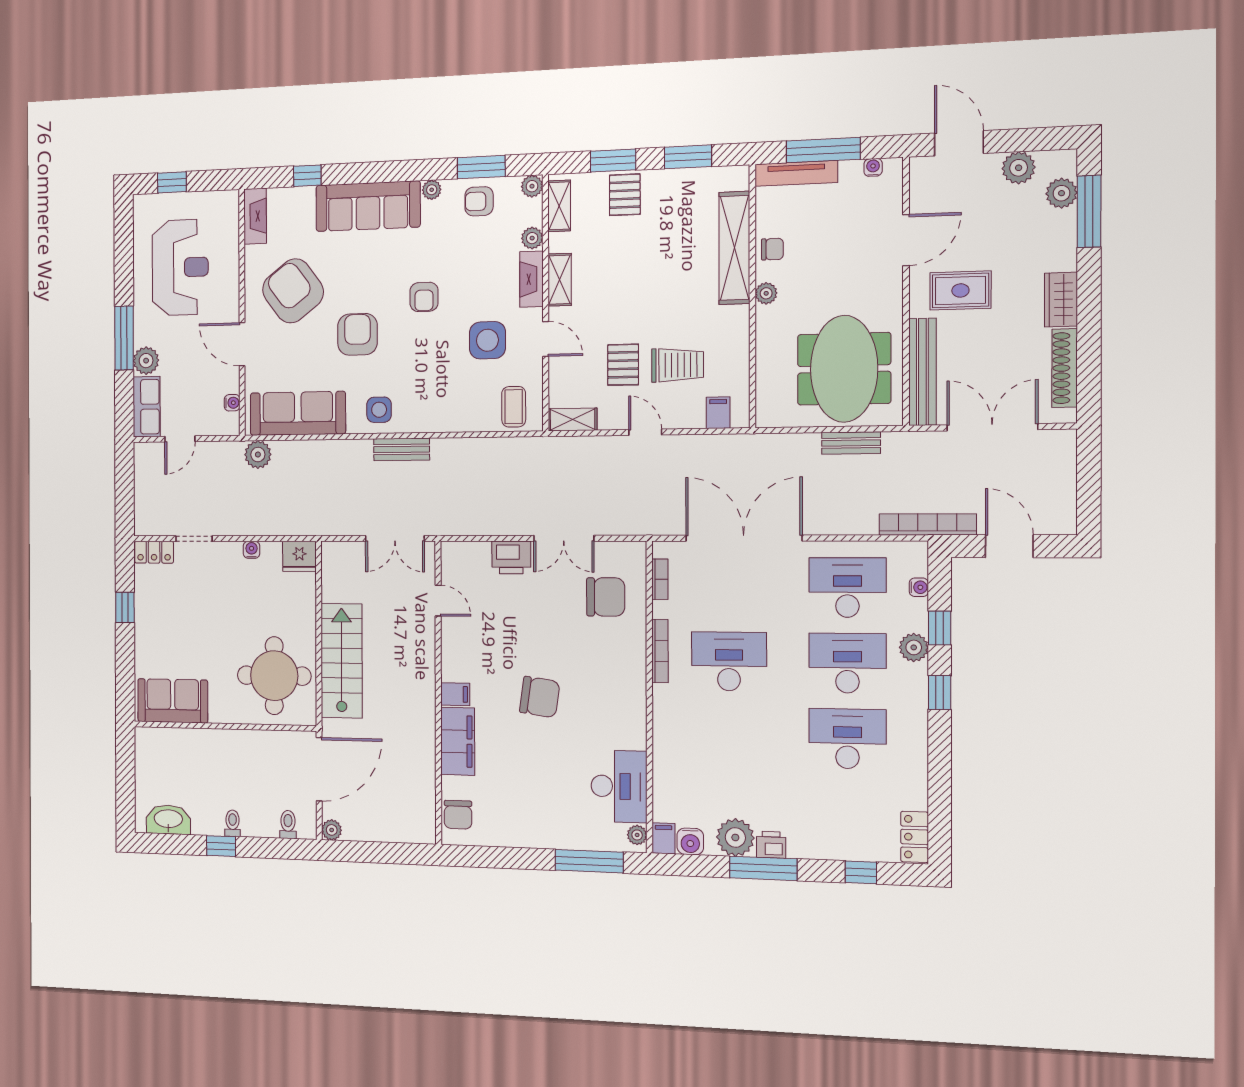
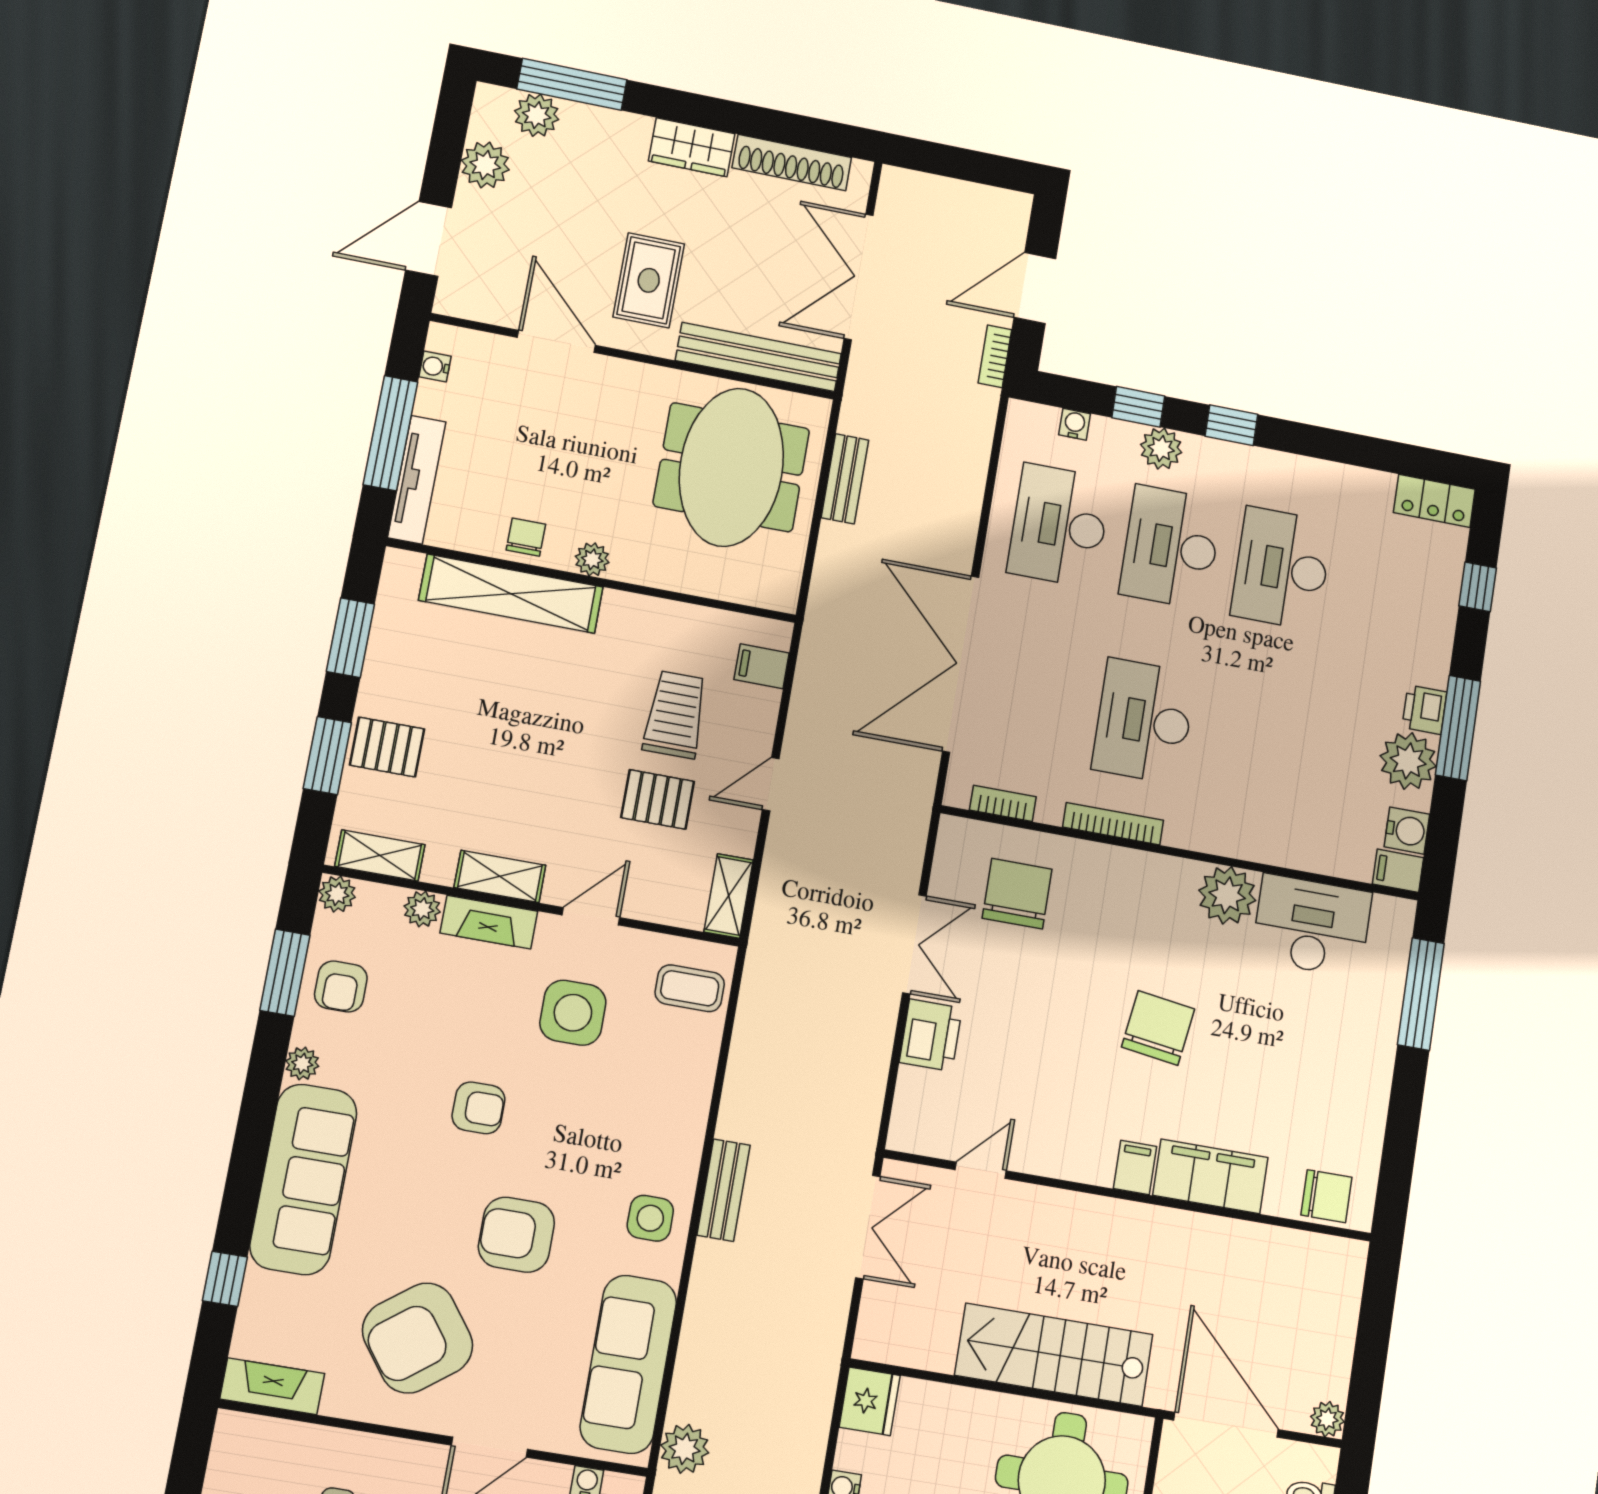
meeting table: (844, 369) -> (731, 467), turned 90
bookcase: (928, 524) -> (995, 356), width x0.43, depth x0.76
plant: (637, 835) -> (1227, 895), moved, width x1.88, depth x1.88

